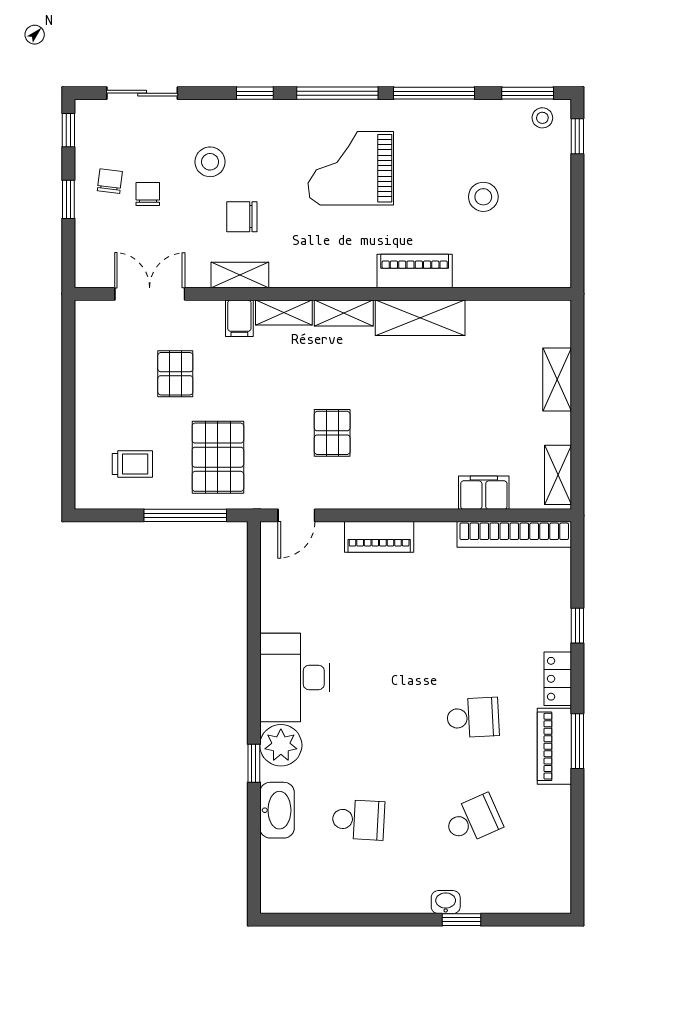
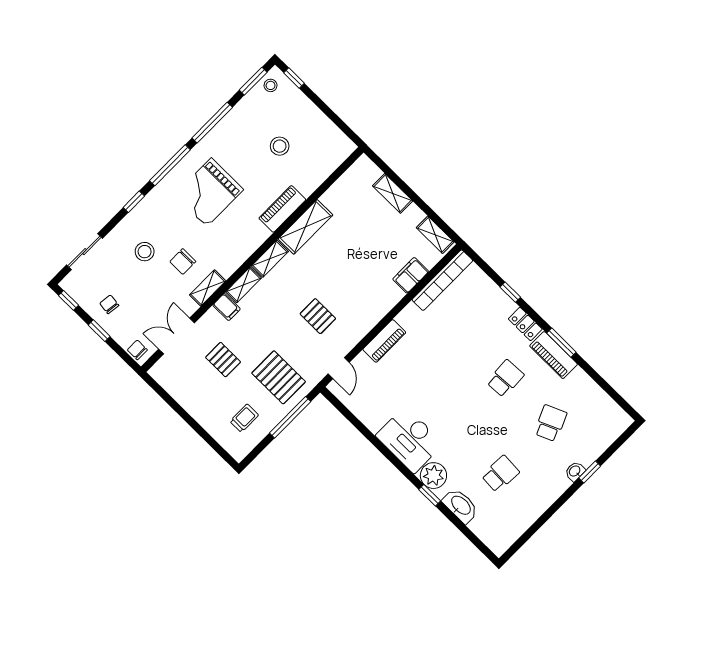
chair: (148, 194) -> (137, 350), moved

